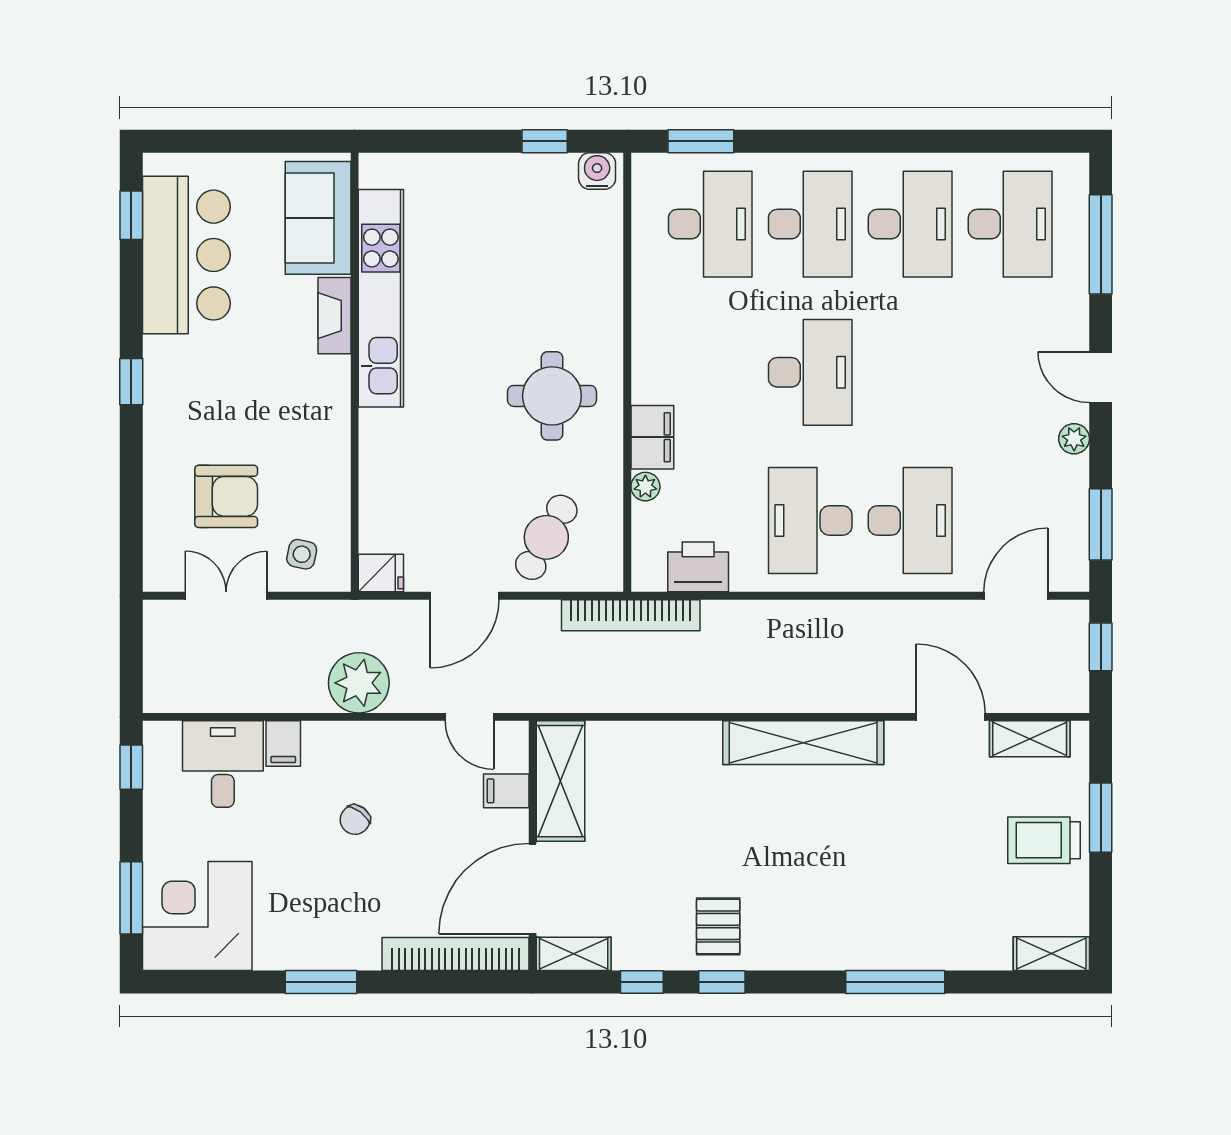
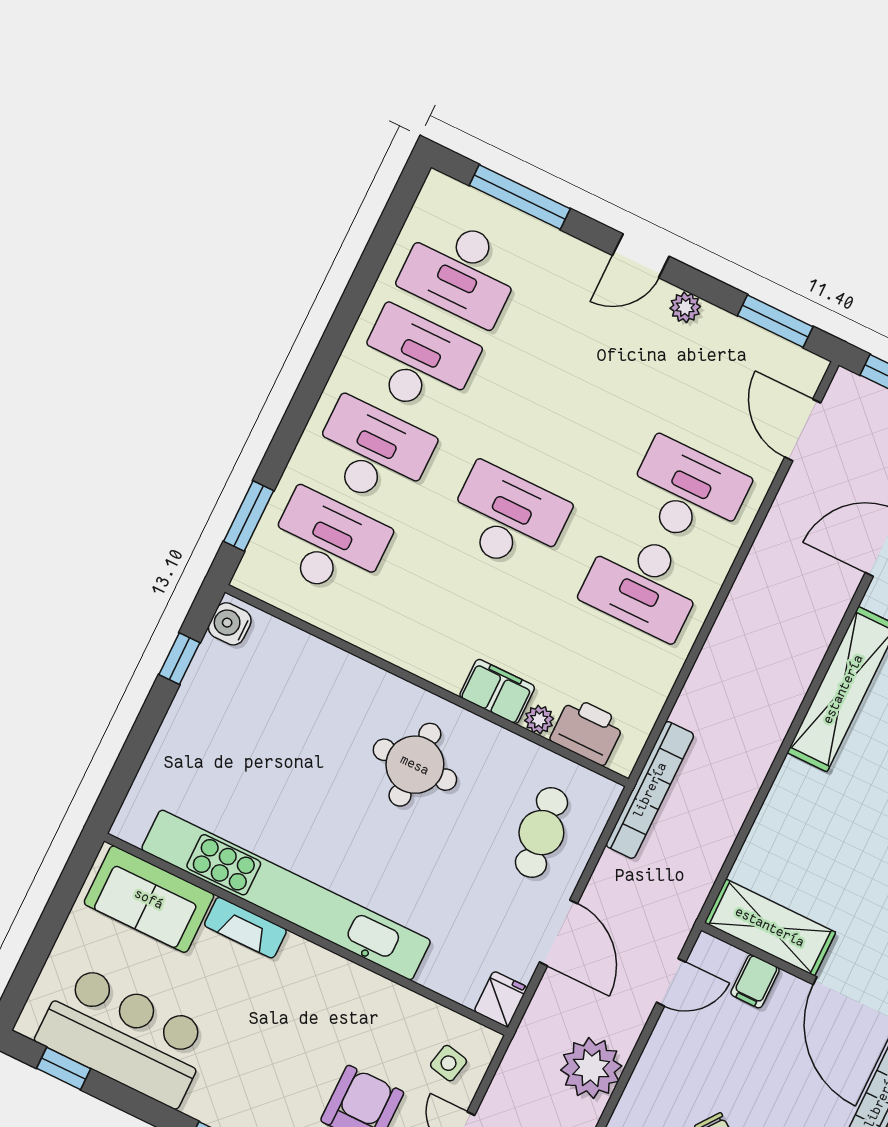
desk: (1010, 224) -> (461, 271), turned 180
kitchen unit: (381, 298) -> (286, 895), width x1.36
cafe table: (546, 537) -> (541, 833), turned 54
printer: (698, 567) -> (587, 731), moved, turned 90

